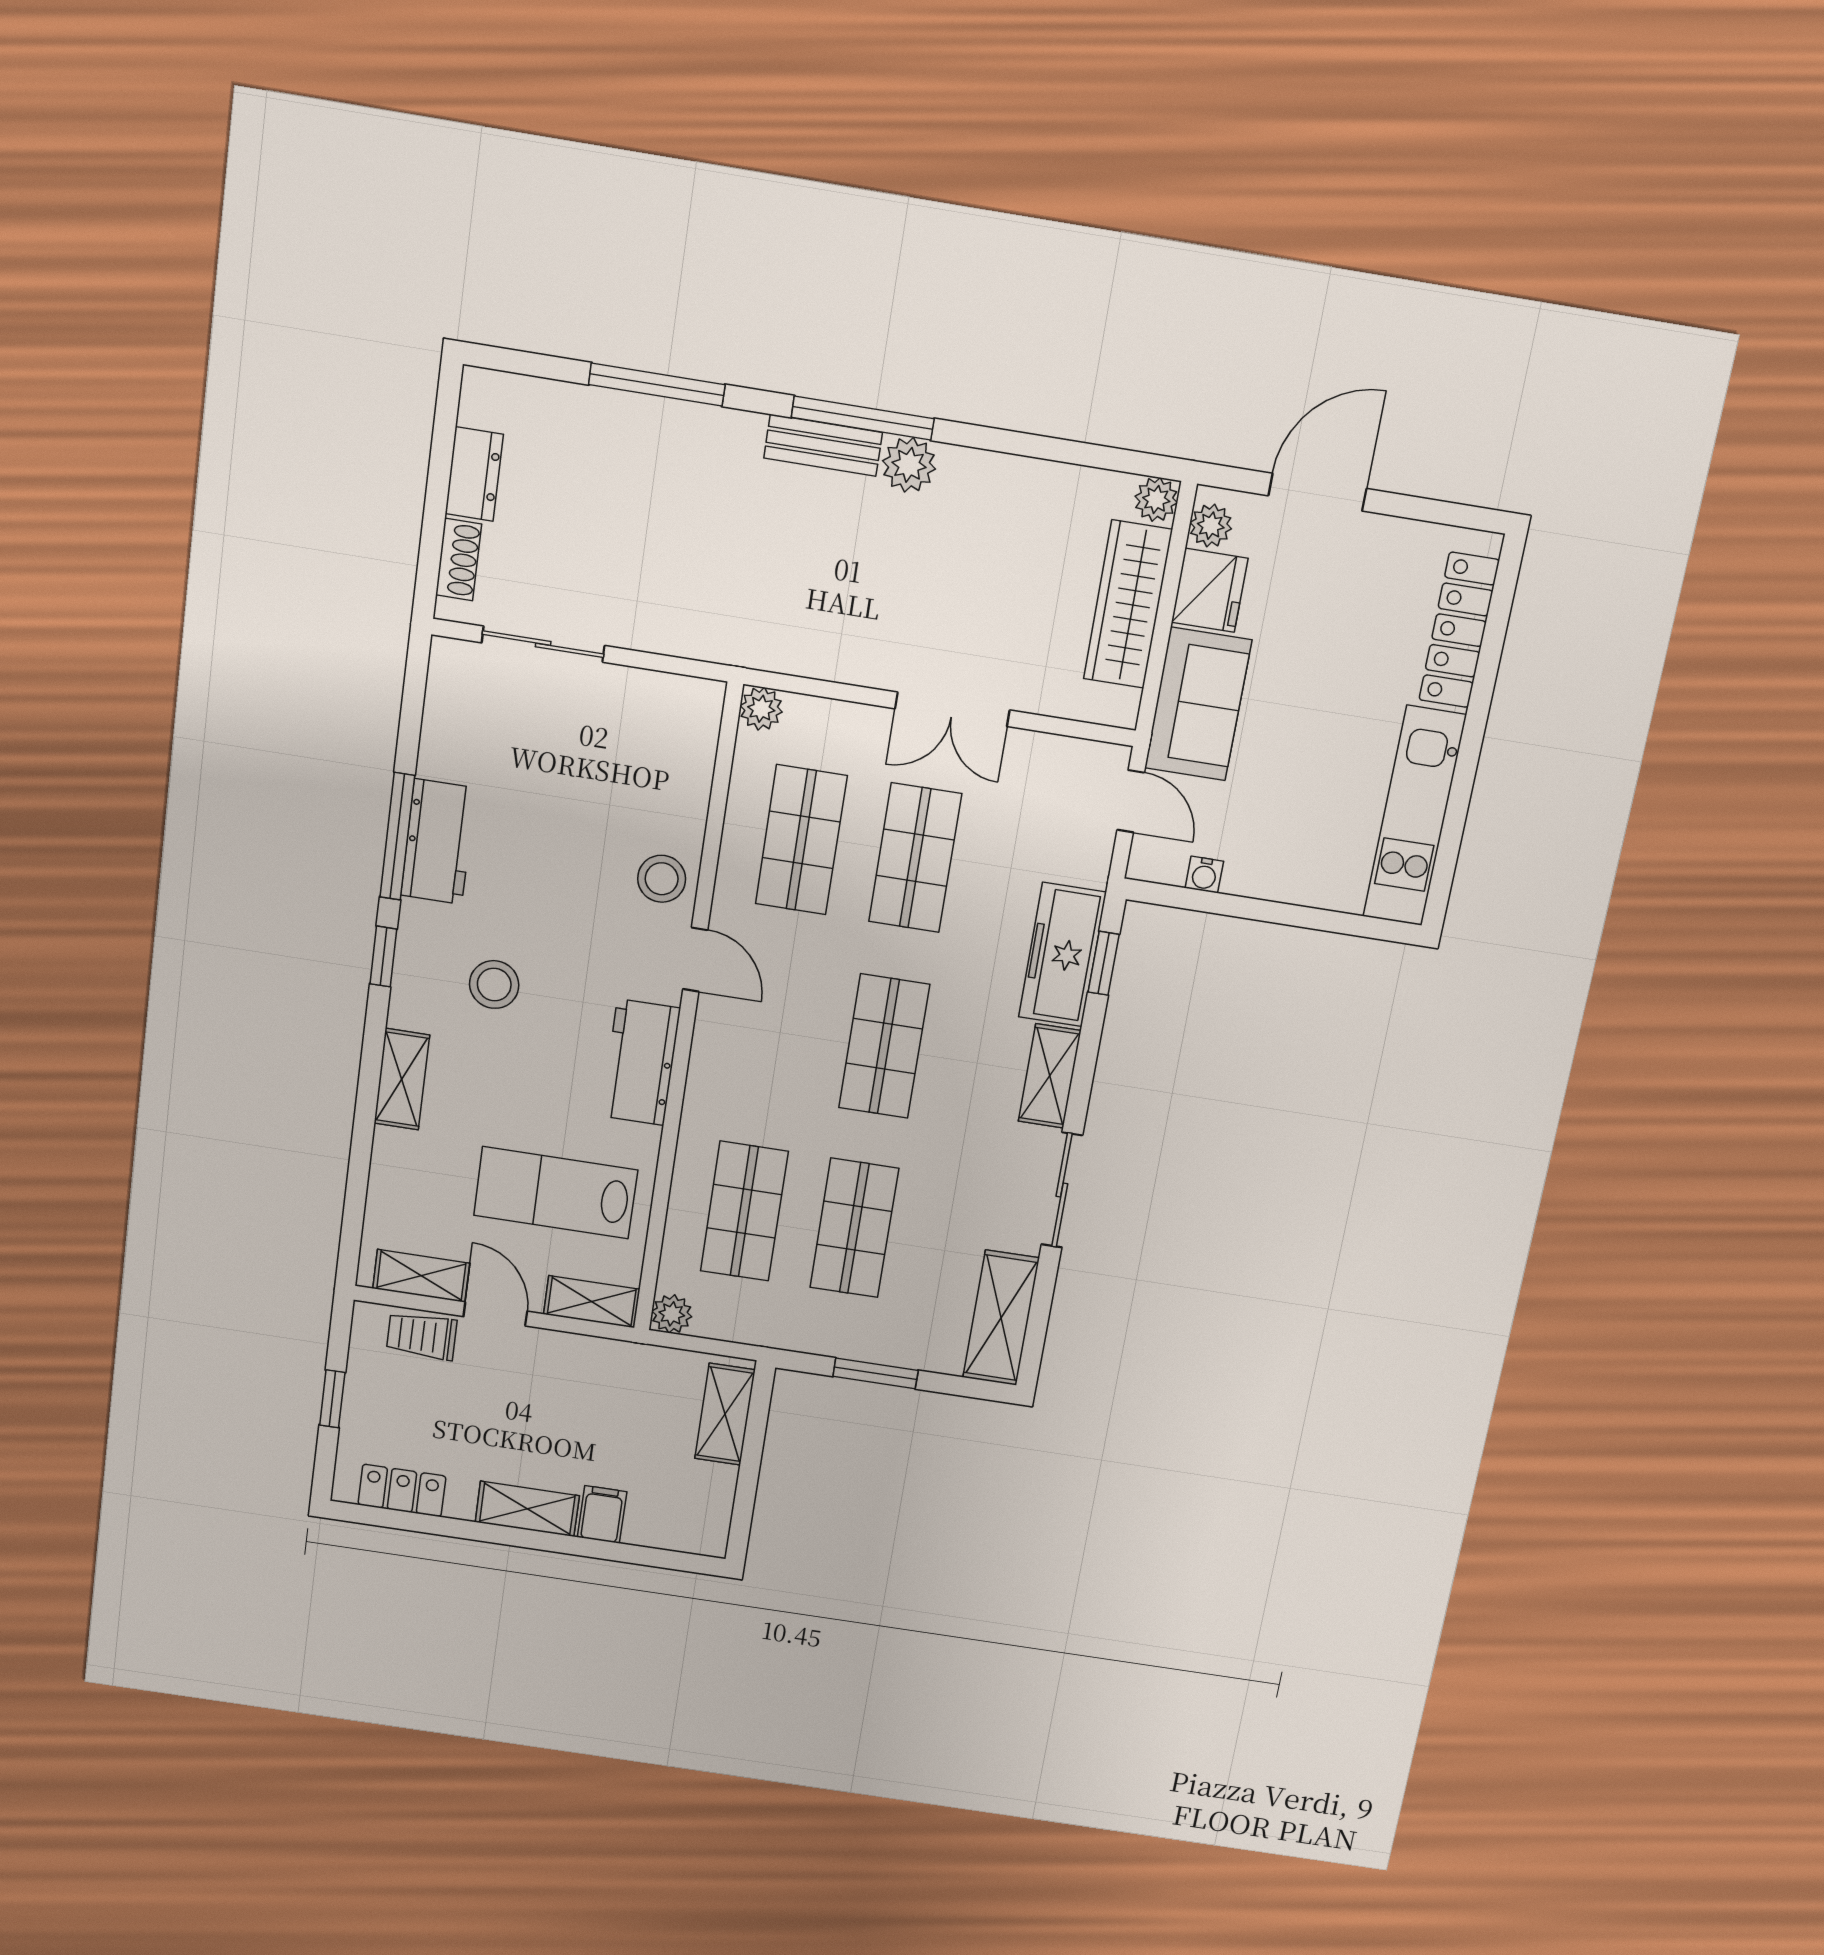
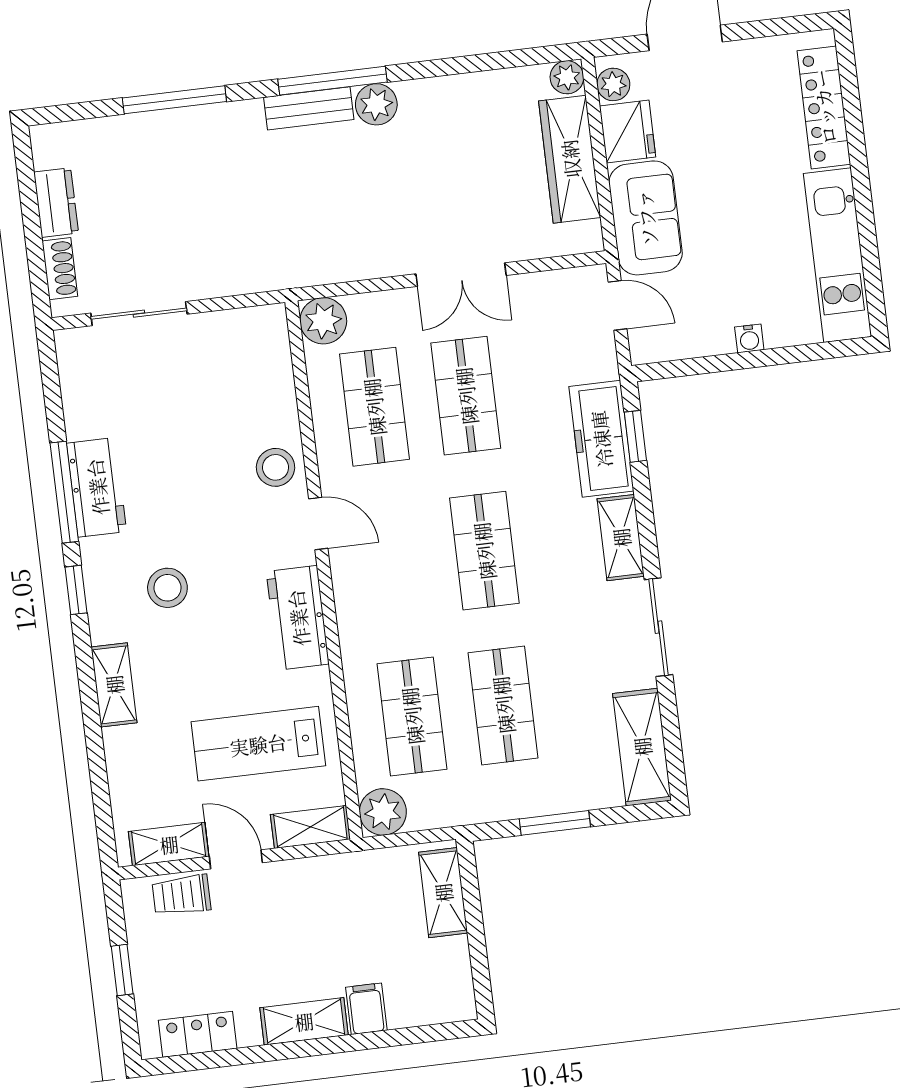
plant: (761, 709) -> (323, 321), width x1.38, depth x1.38
water cooler: (1204, 875) -> (749, 338), moved
plant: (672, 1314) -> (383, 812), width x1.38, depth x1.38

